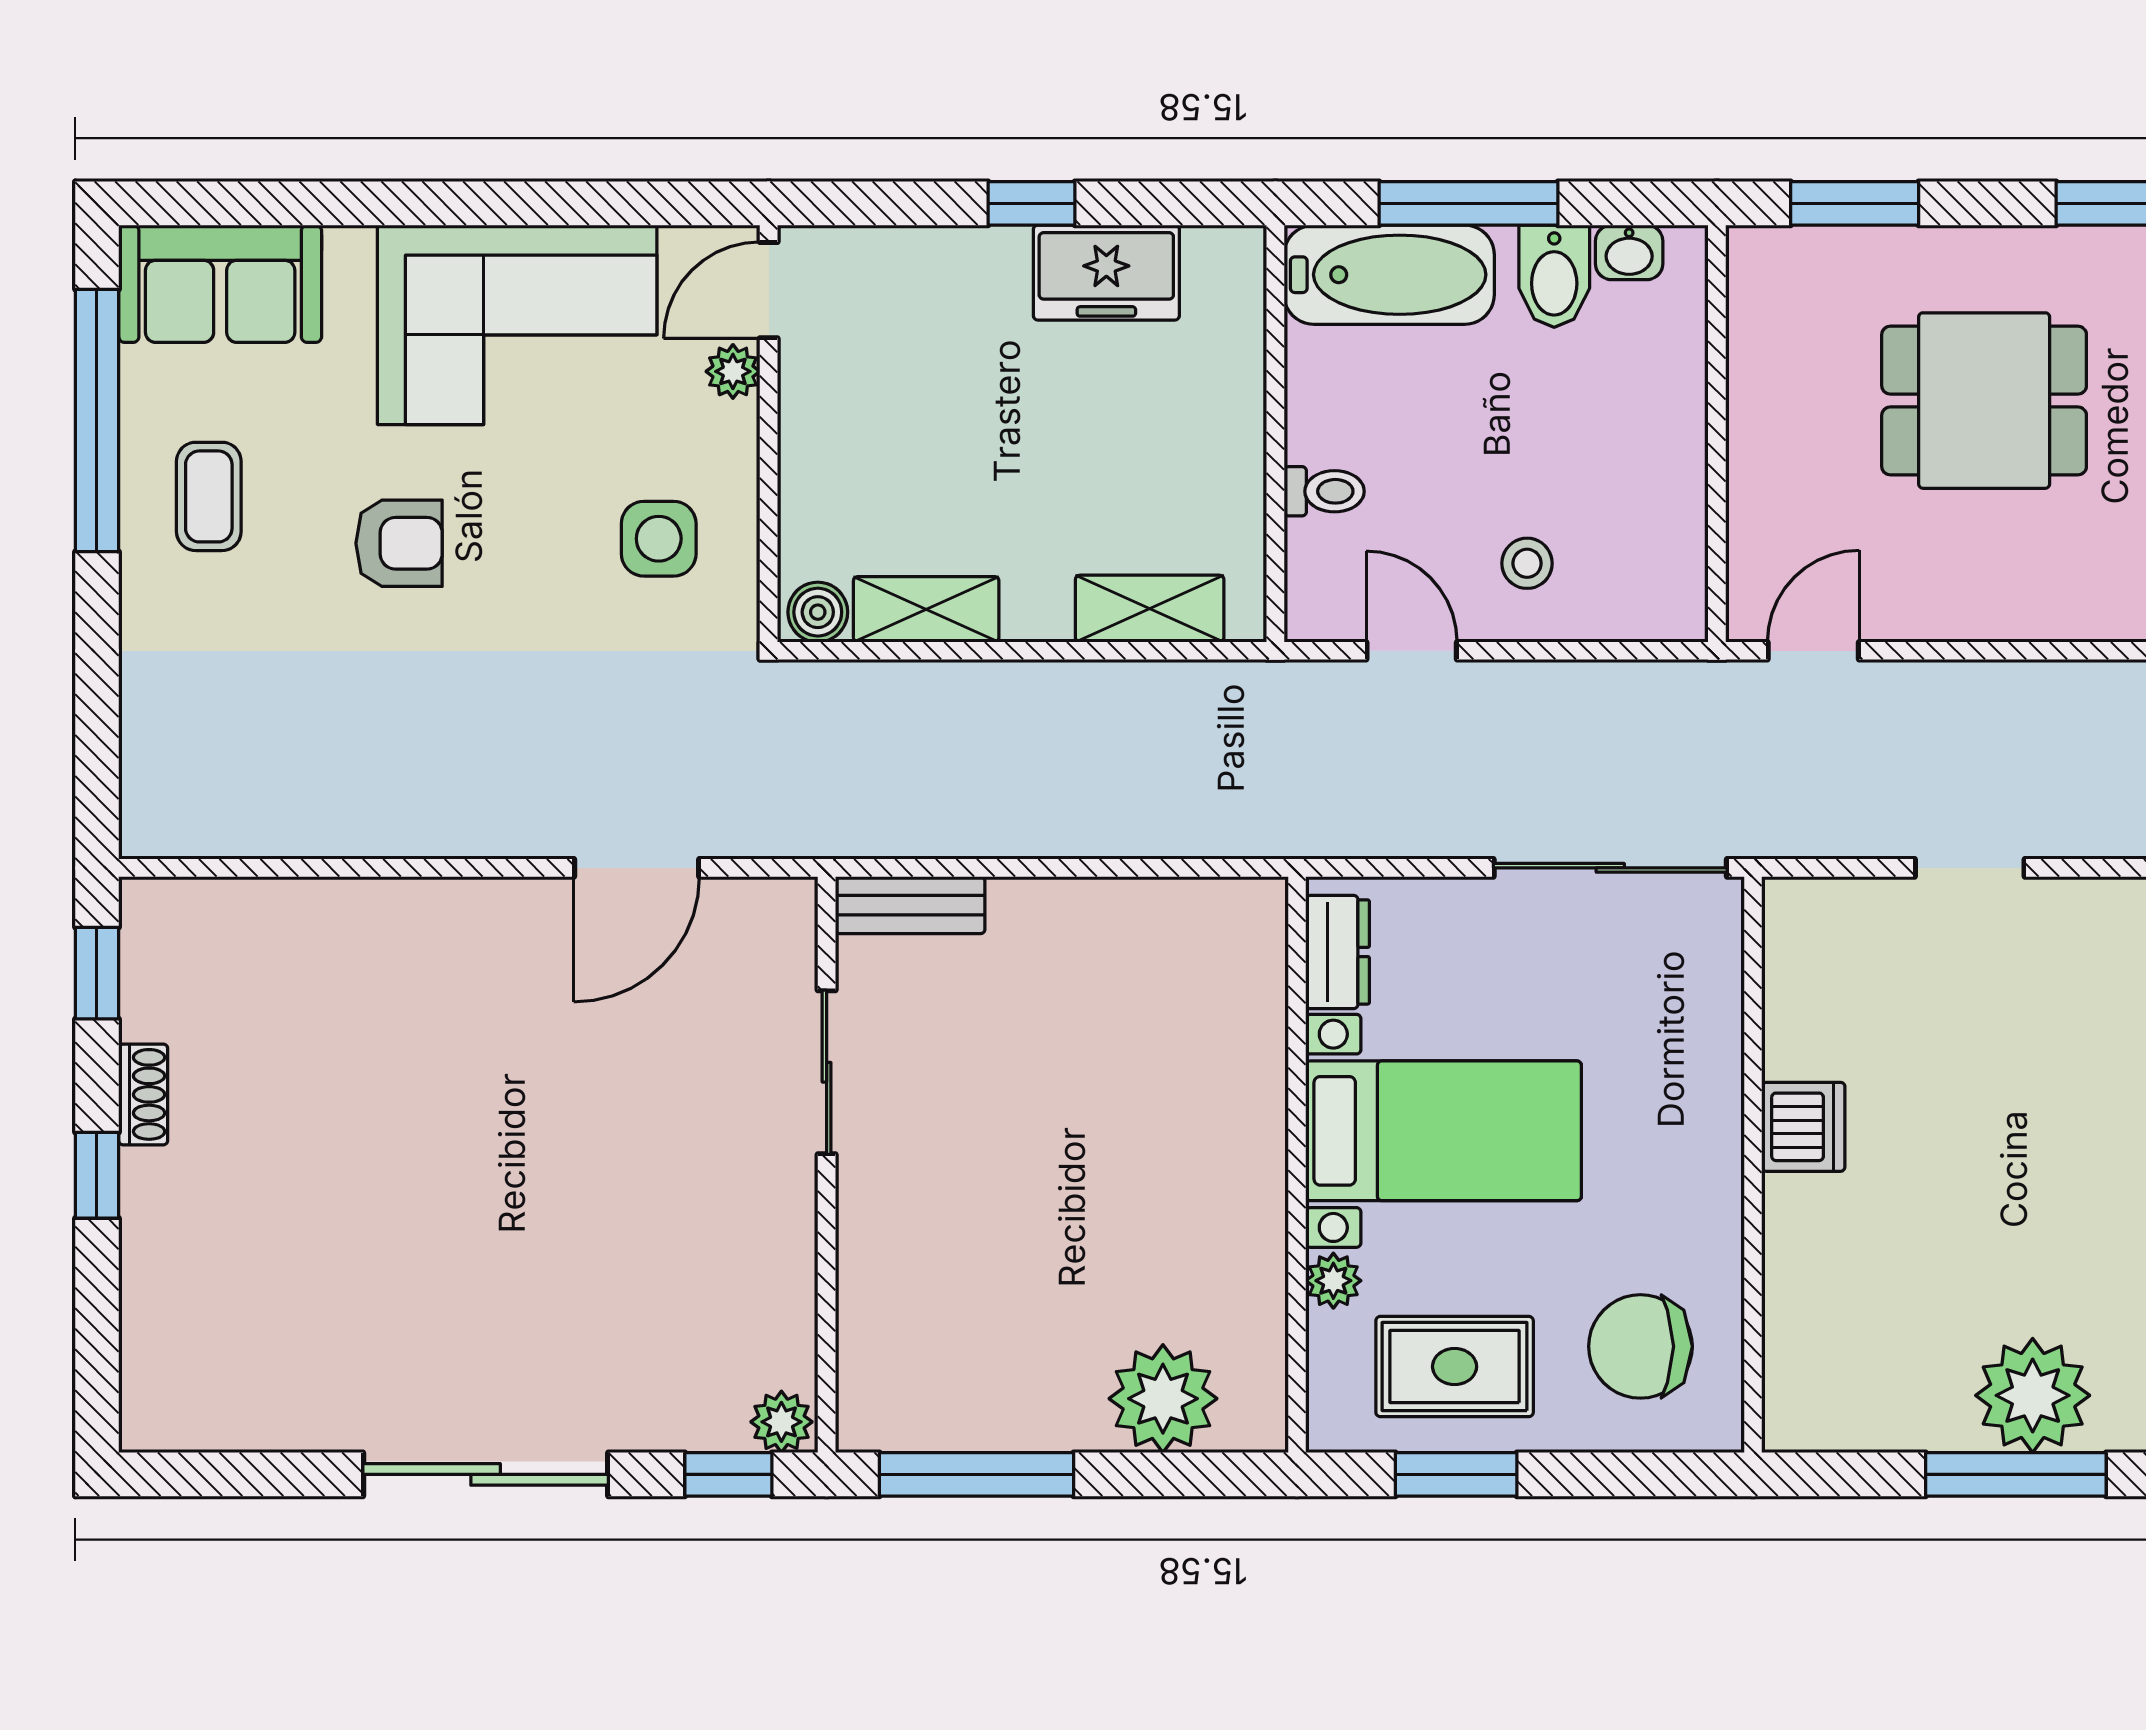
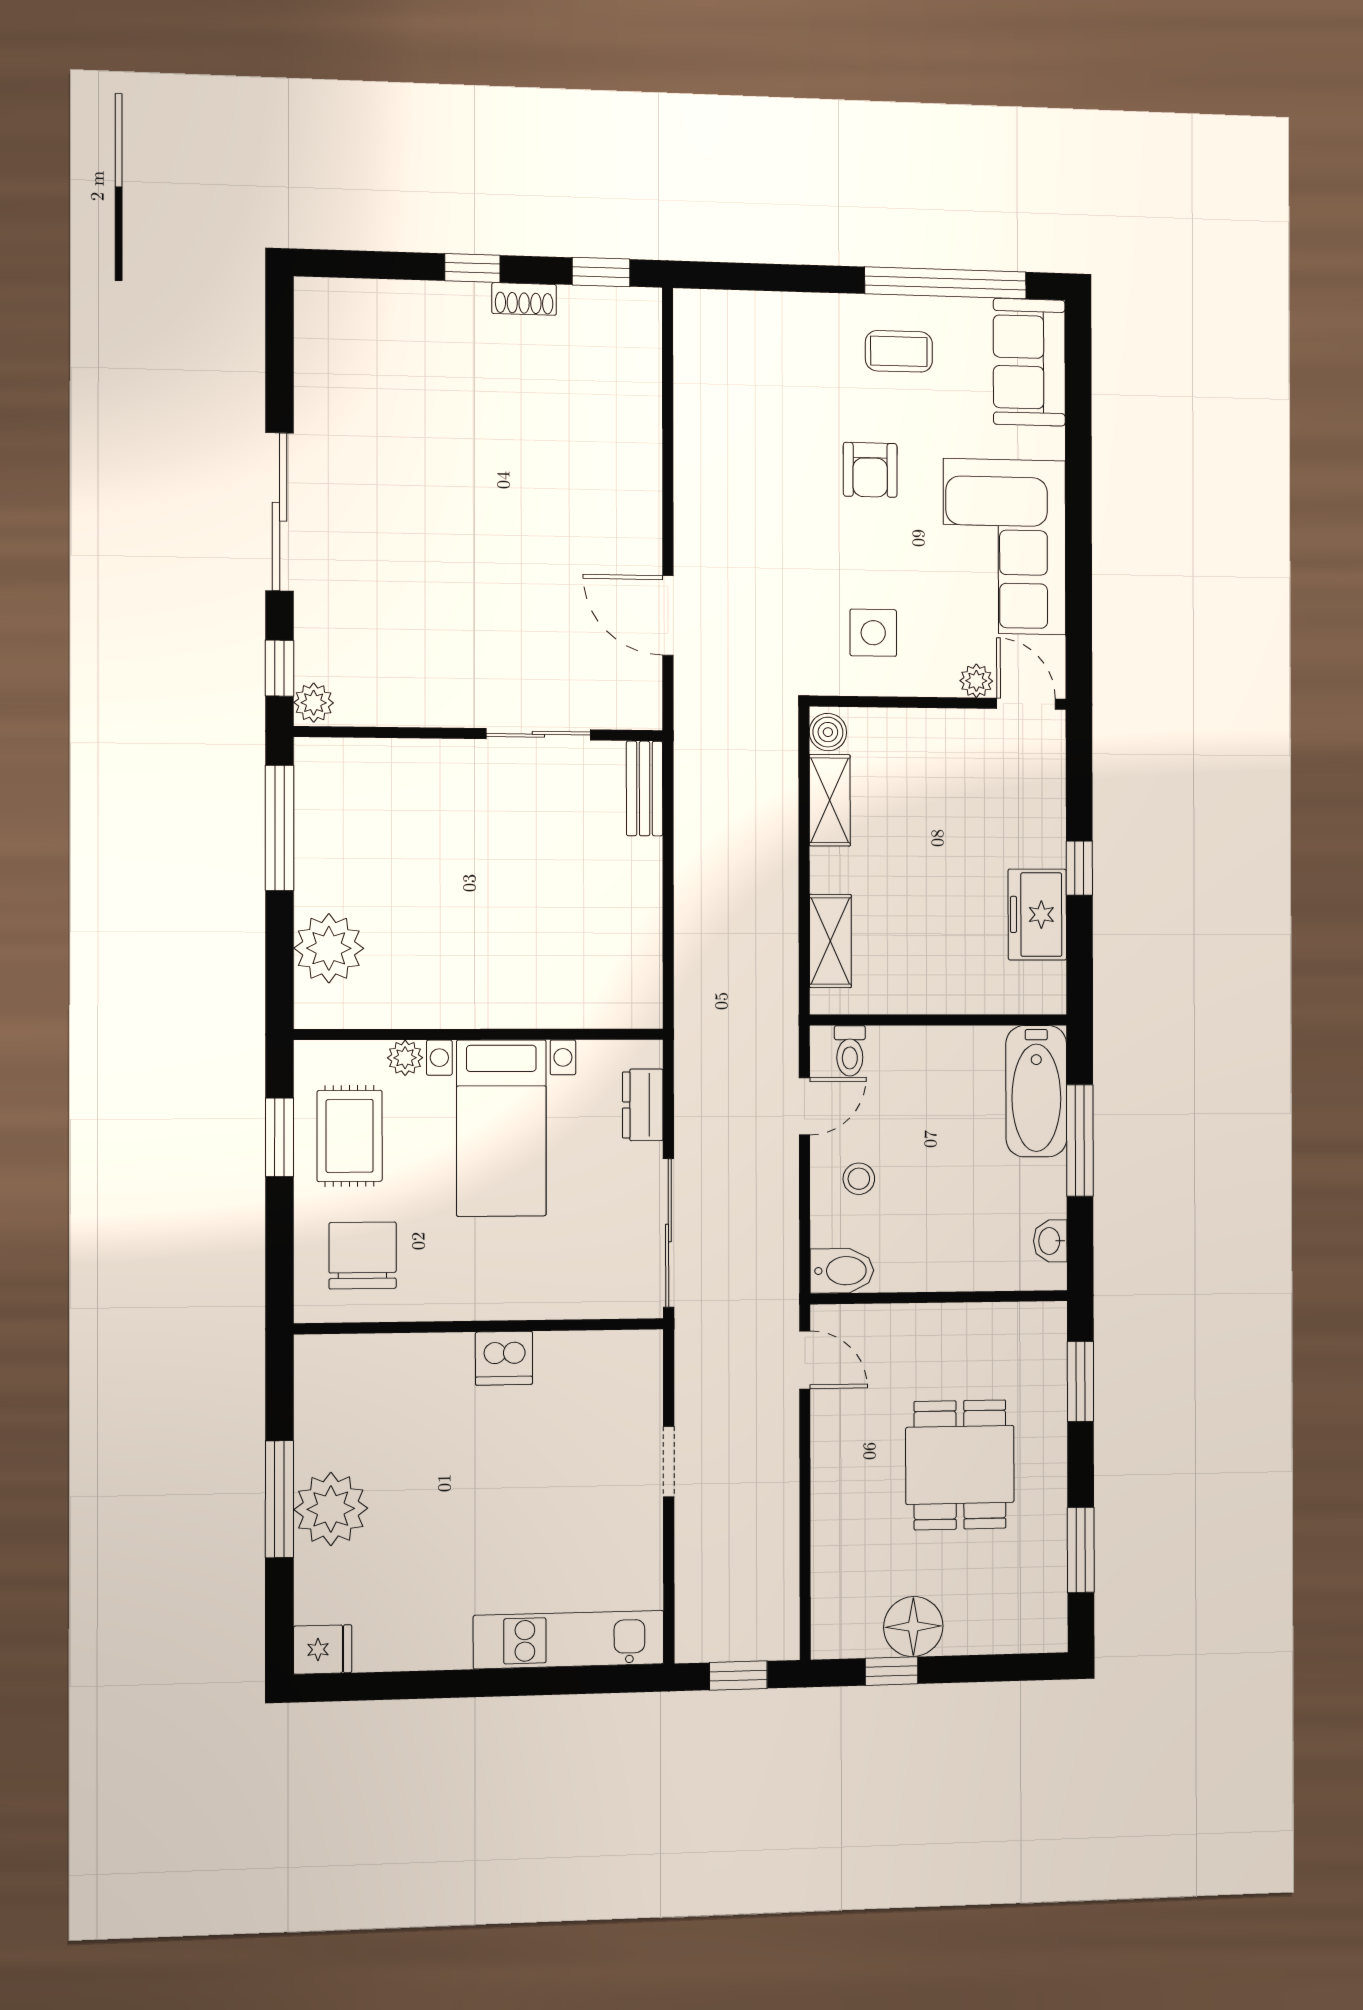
bidet: (1554, 276) -> (842, 1271), moved, turned 180
toilet: (1324, 491) -> (850, 1051), moved
dresser: (1338, 952) -> (643, 1105), moved, turned 90

